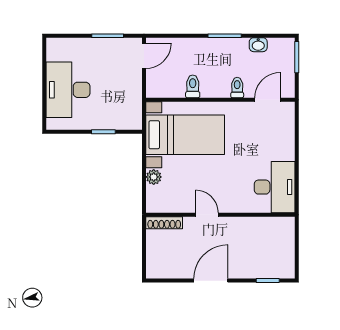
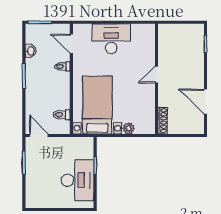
toilet: (193, 86) -> (61, 115), moved
desk: (68, 90) -> (77, 180), moved, turned -90
desk: (275, 187) -> (111, 39), moved
door: (207, 215) -> (157, 75), moved
door: (211, 281) -> (205, 102), moved

